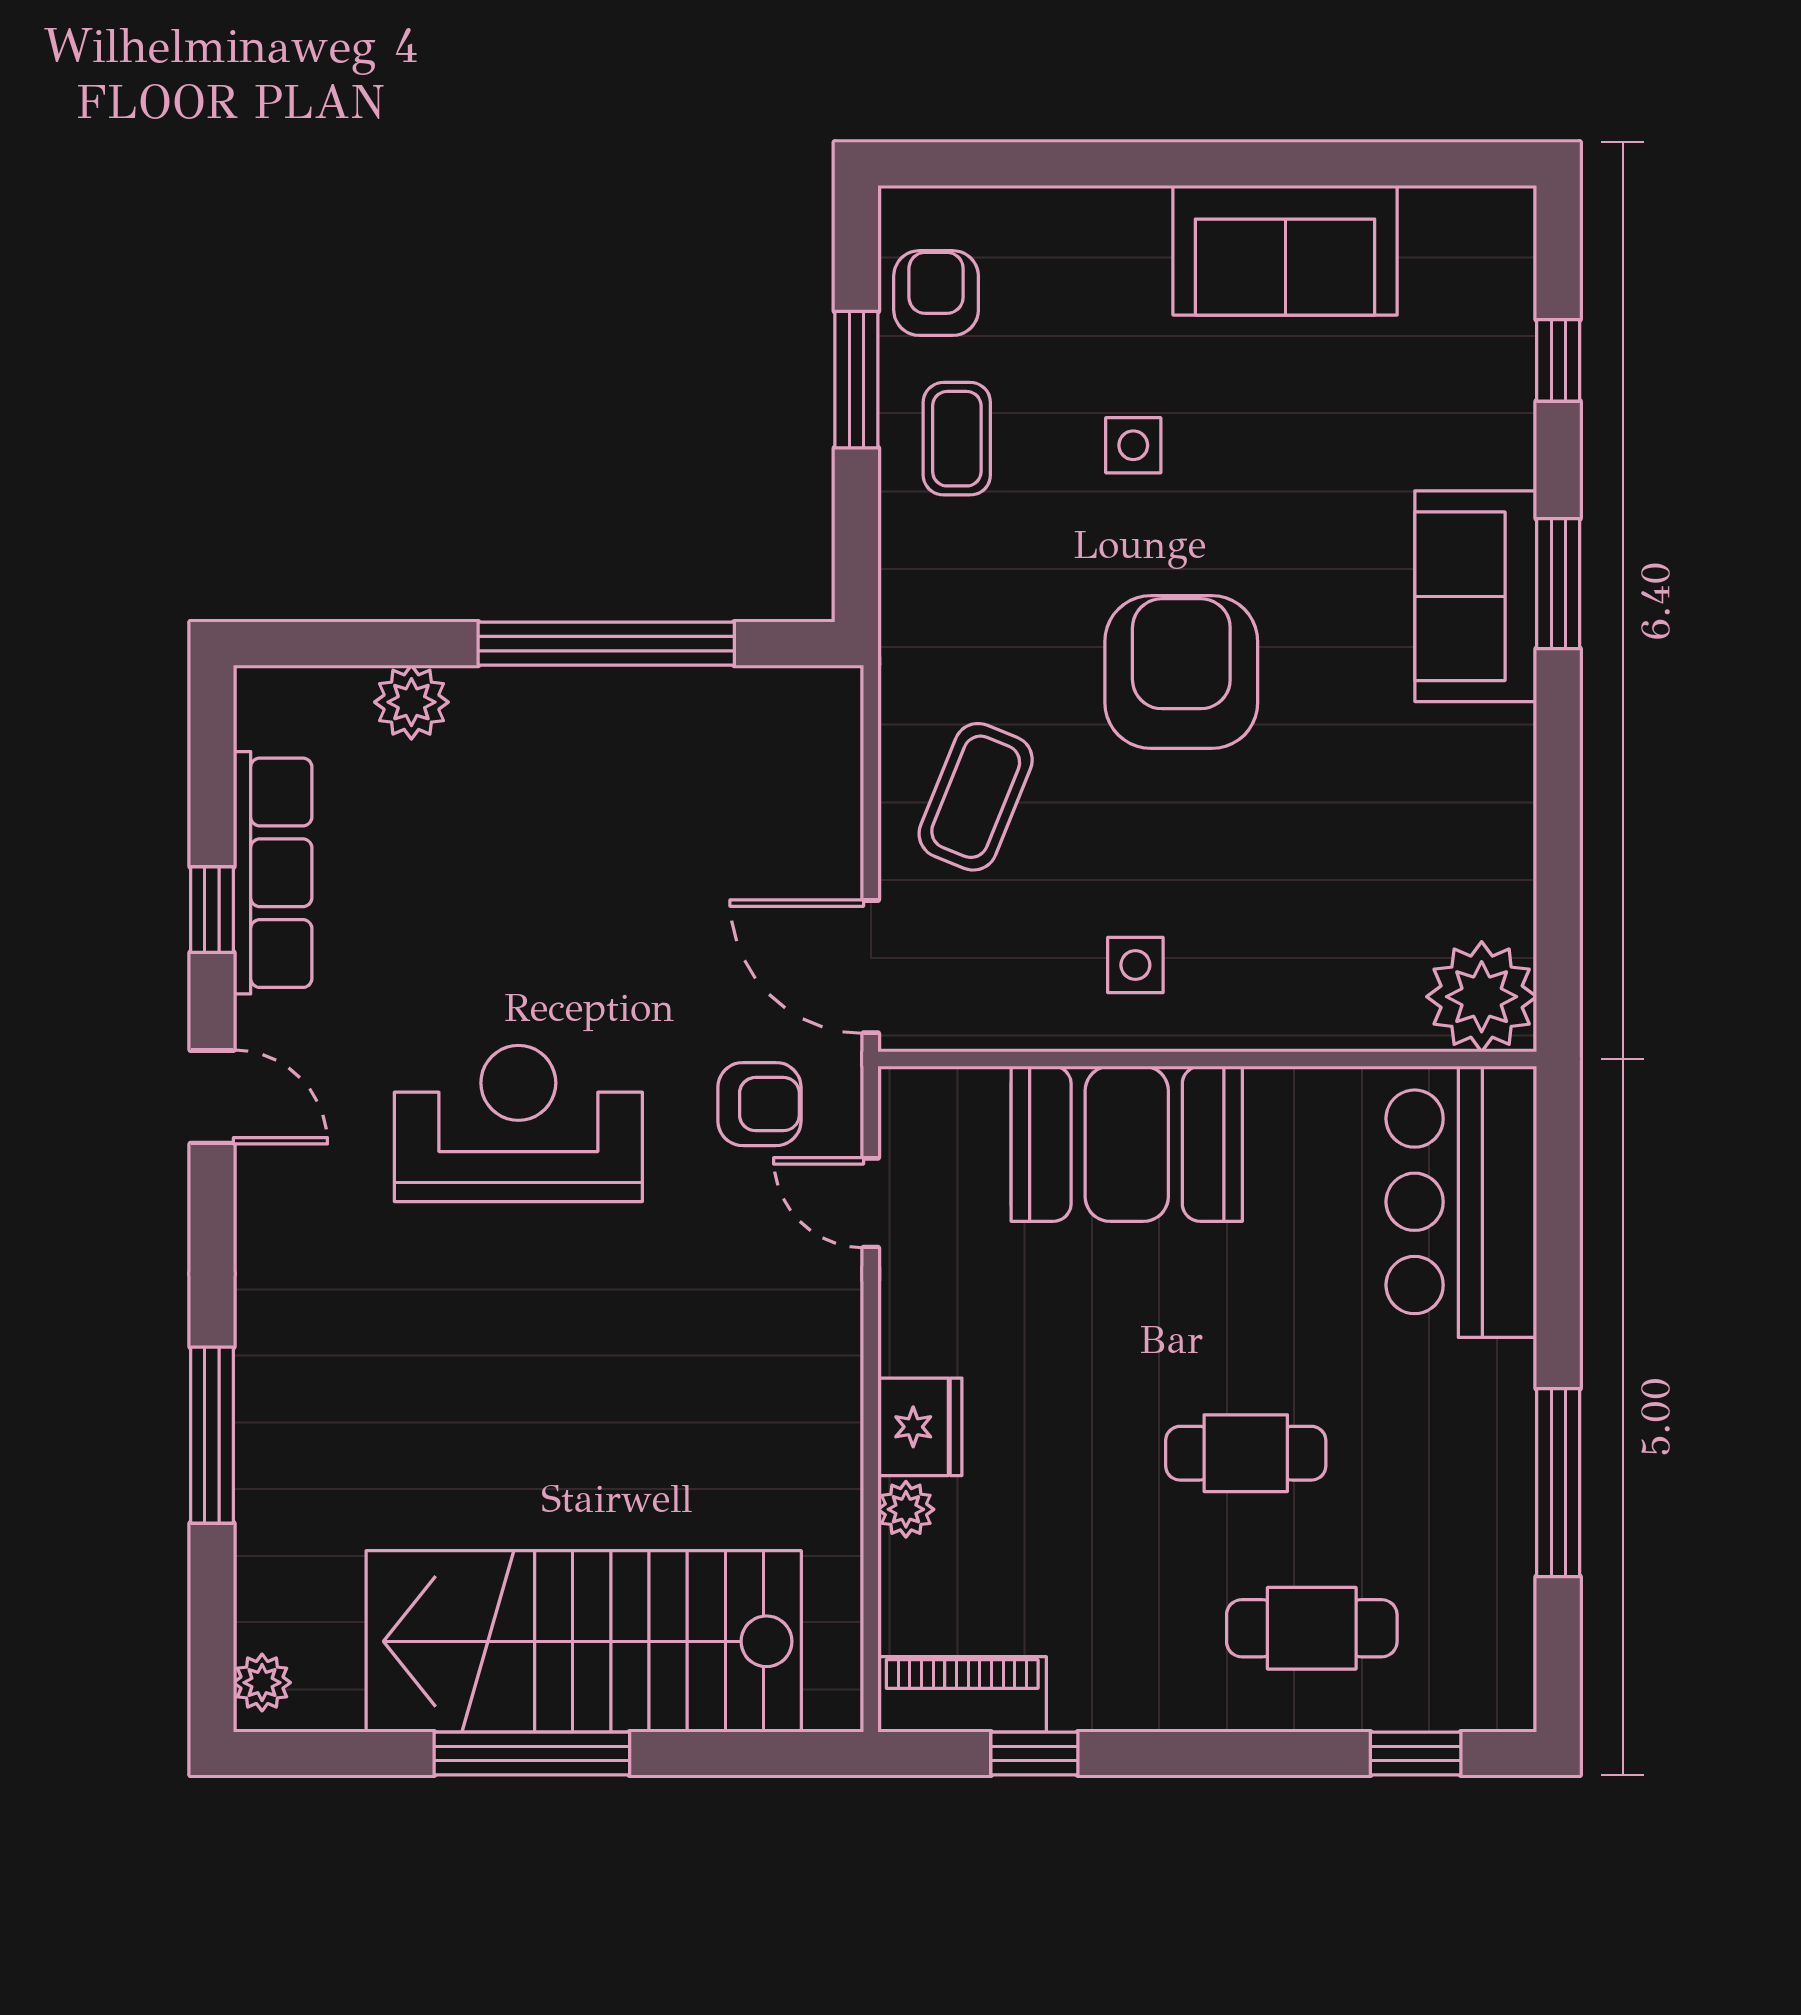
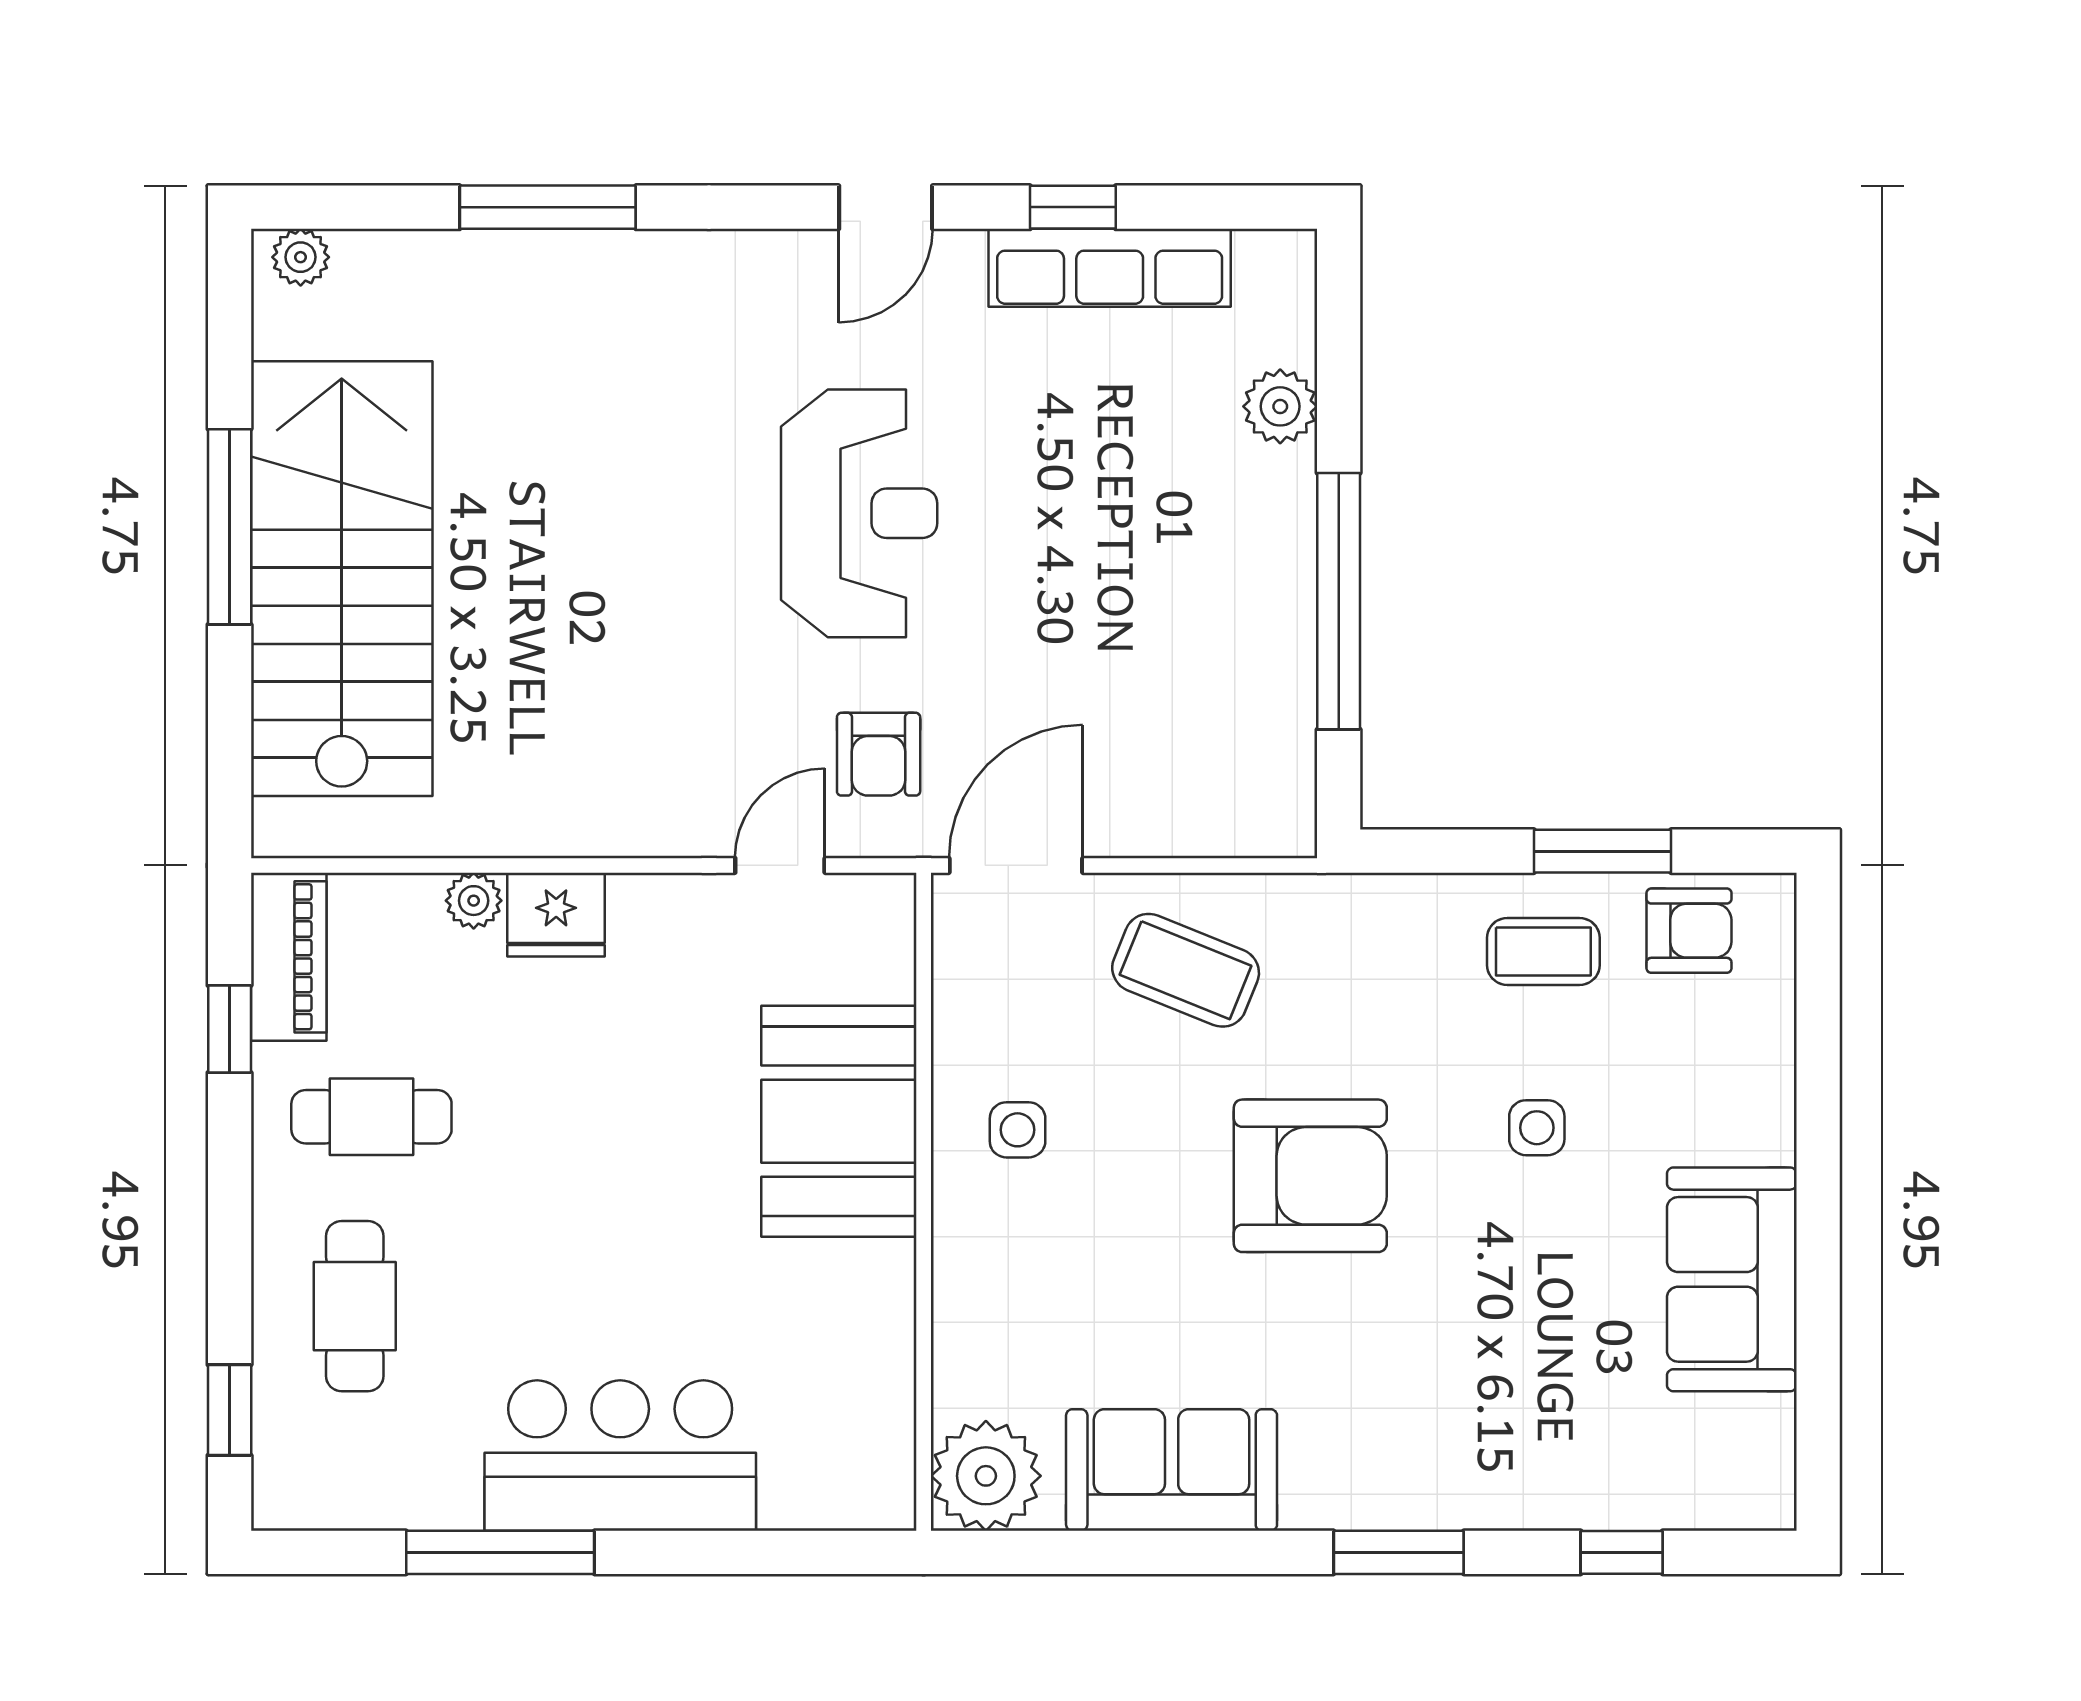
sofa: (1476, 596) -> (1172, 1470), moved
bar counter: (1461, 1202) -> (620, 1456), moved
cafe table: (1246, 1453) -> (371, 1117), moved, turned 90

